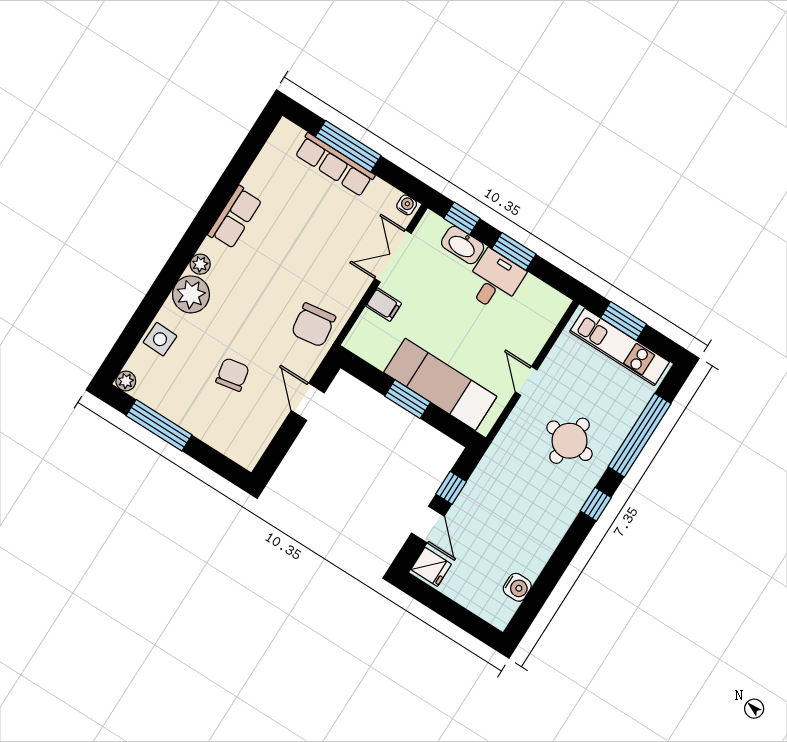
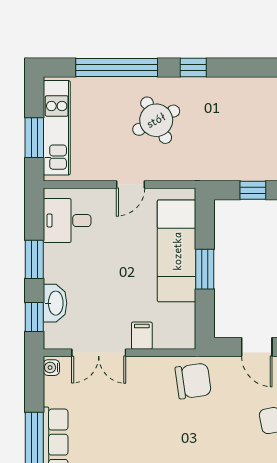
desk: (494, 280) -> (67, 221), moved
door: (308, 402) -> (257, 347), hinge flipped
round table: (569, 441) -> (156, 120), turned -35

